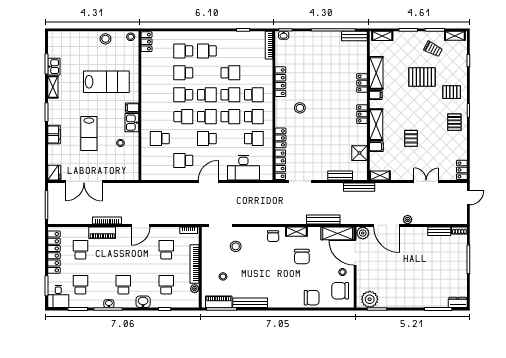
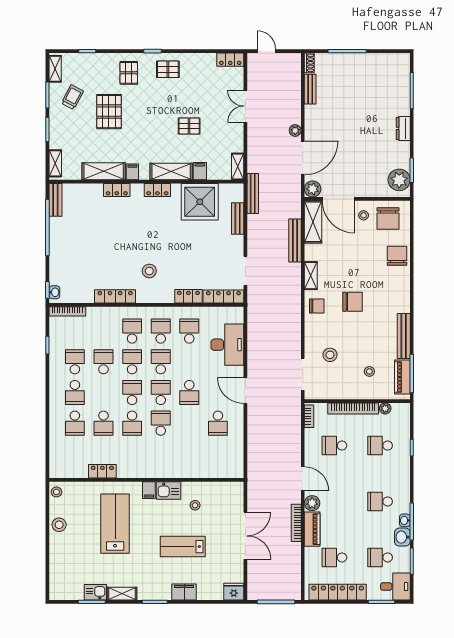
locker: (146, 42) -> (102, 471), moved
lab bench: (89, 134) -> (183, 547), turned 180
school desk: (160, 139) -> (75, 362), moved, turned 180
shower: (359, 153) -> (200, 202), width x1.86, depth x1.86
double door: (84, 181) -> (245, 536), moved
plant: (122, 233) -> (312, 503), added
door: (355, 253) -> (338, 199), hinge flipped
chair: (302, 257) -> (352, 302), moved
washbasin: (143, 302) -> (402, 537), moved
dresser: (458, 302) -> (403, 128), moved

